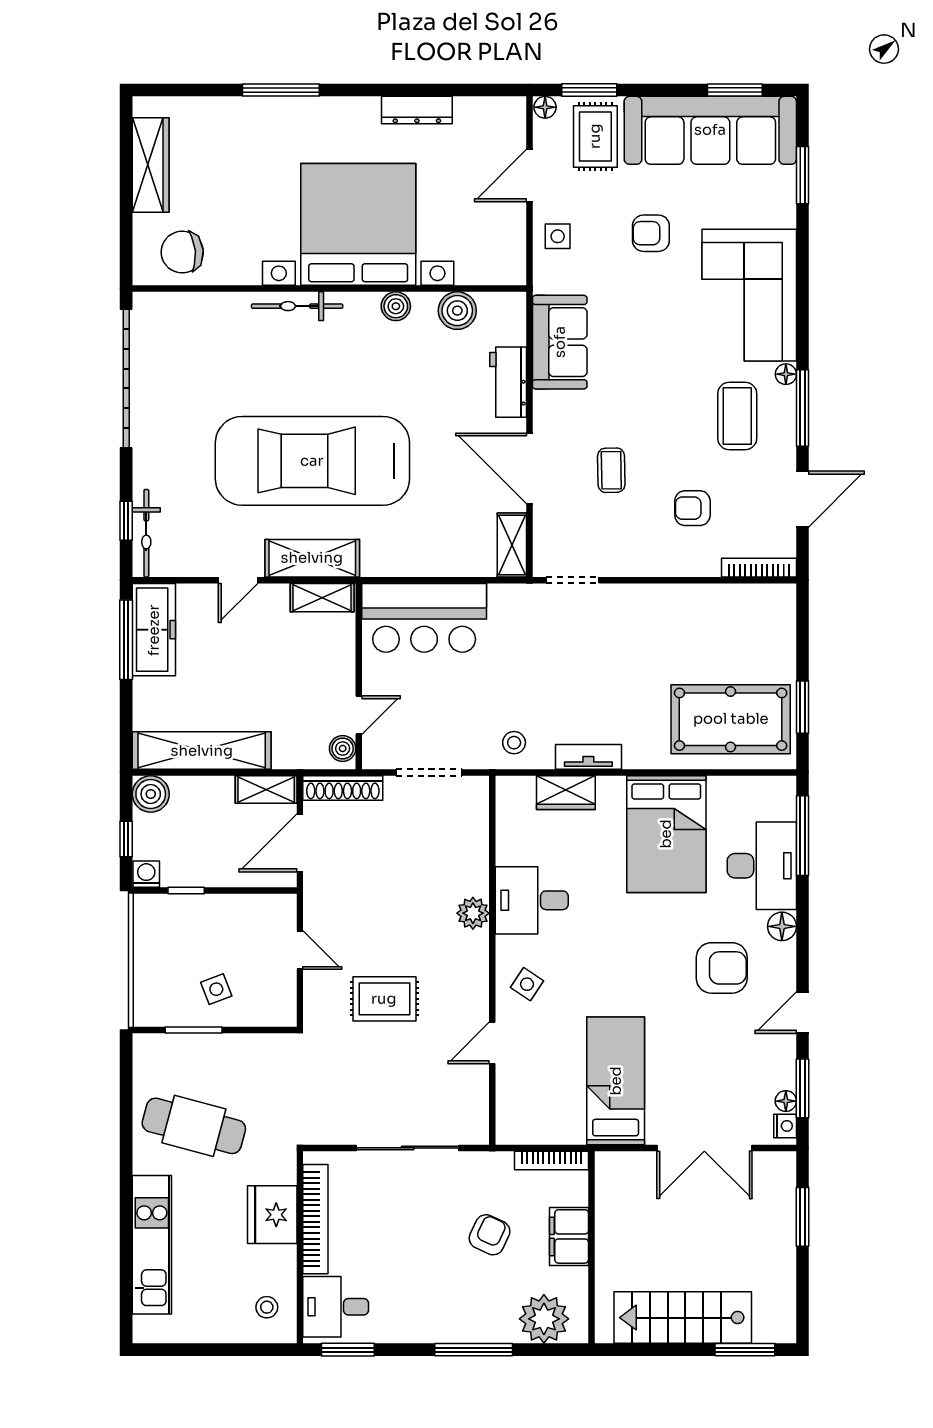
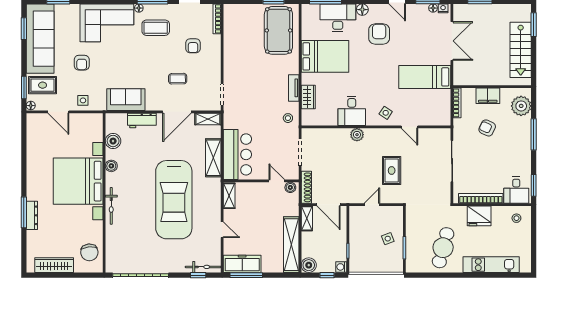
dresser: (417, 110) -> (32, 215), moved
shelving: (312, 558) -> (213, 158), moved

